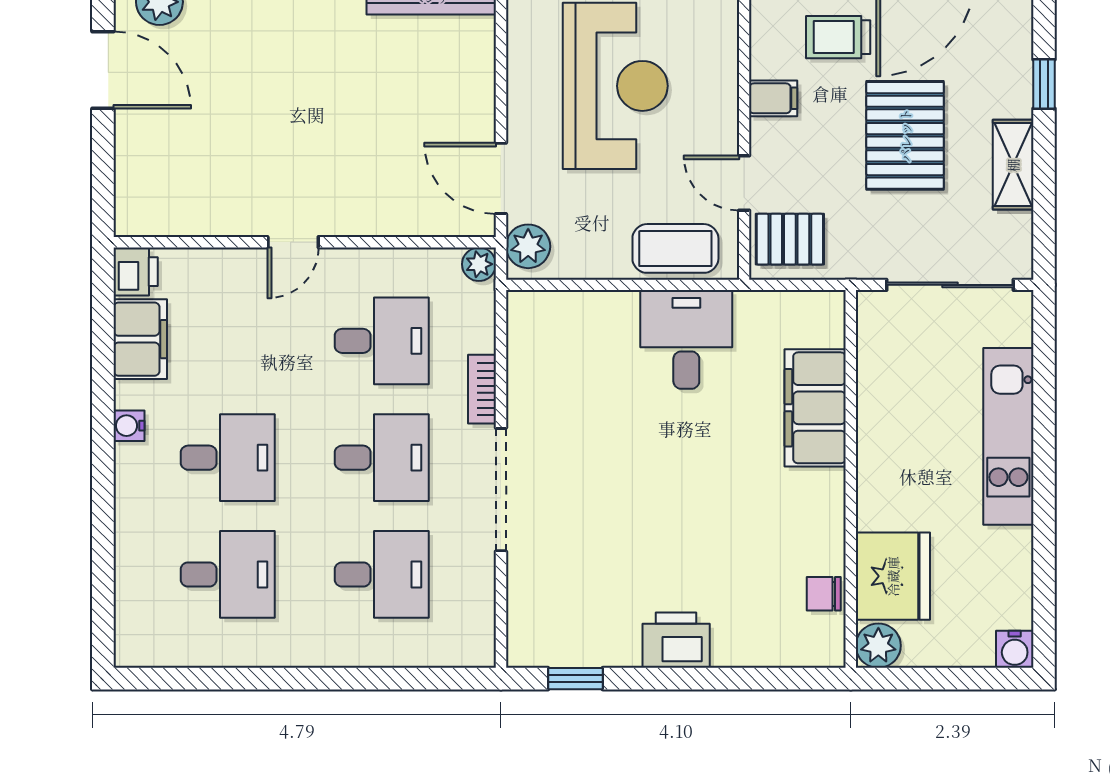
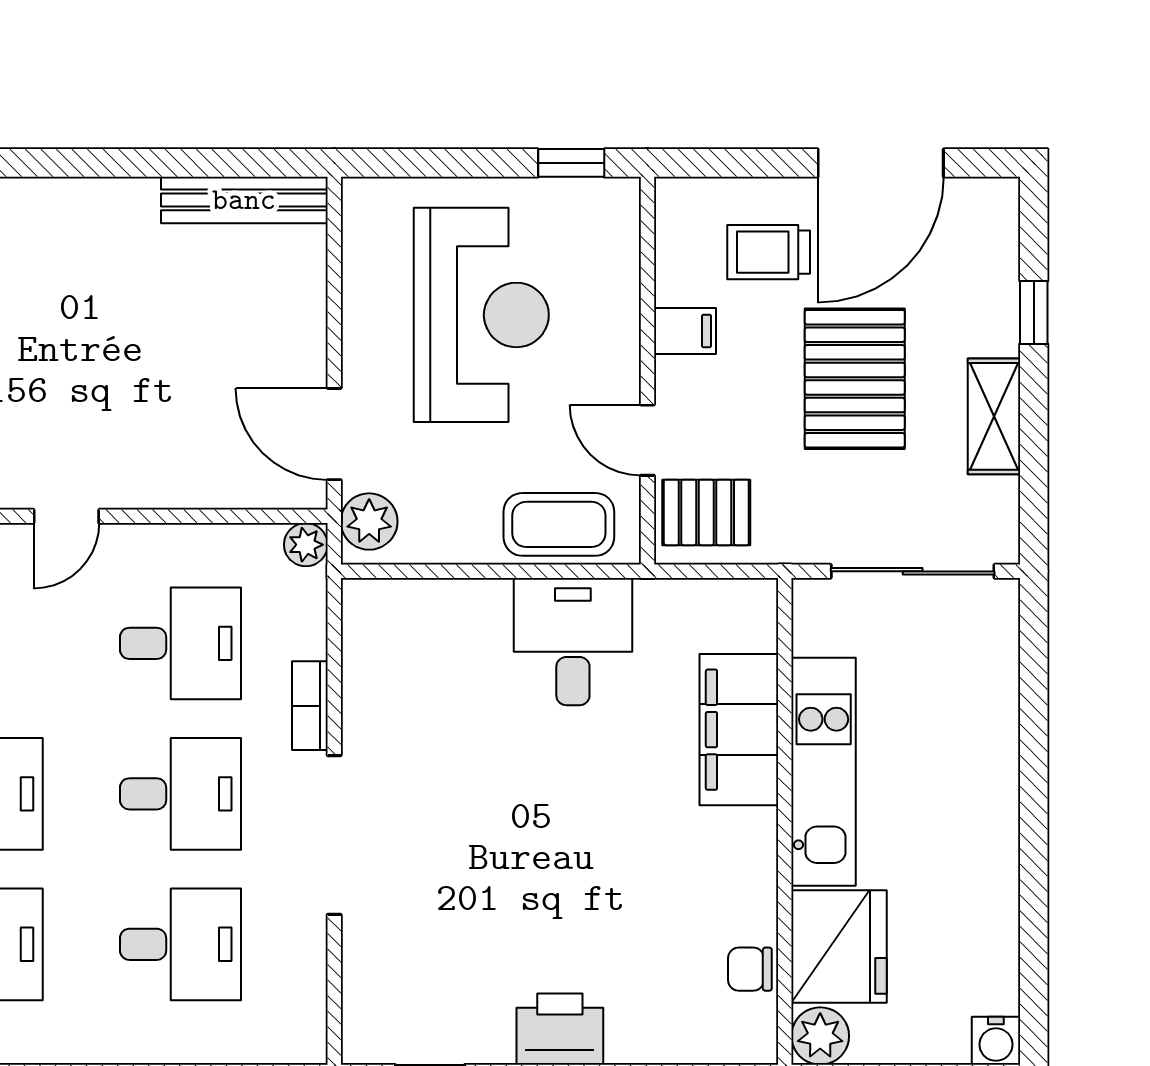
kitchen unit: (1008, 436) -> (824, 772), moved, turned 180

